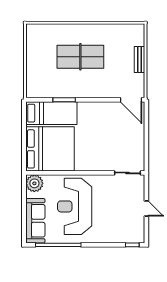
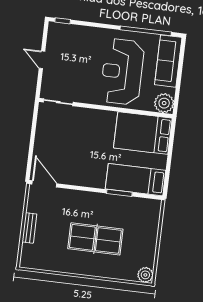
plant: (33, 30) -> (145, 275), added
bed: (50, 149) -> (143, 133), width x0.73
reception desk: (75, 206) -> (122, 72), turned 180

